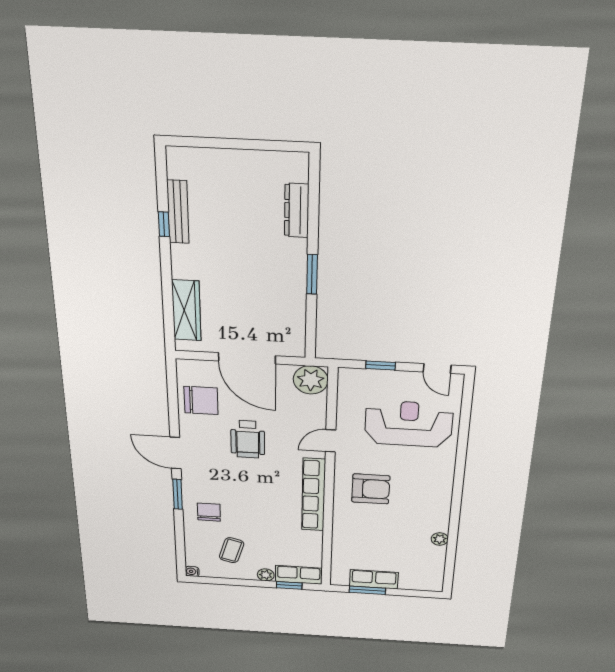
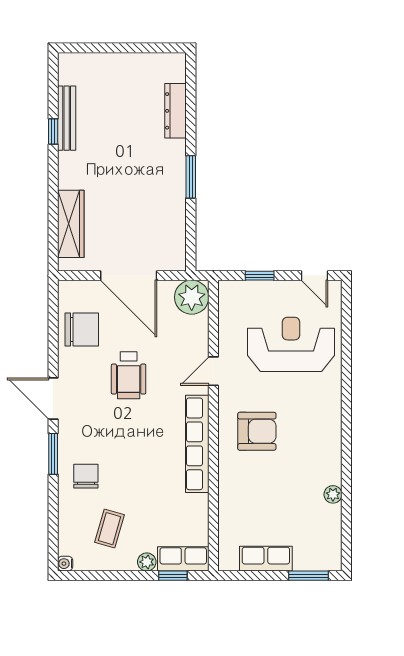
window: (367, 590) -> (309, 576), moved

